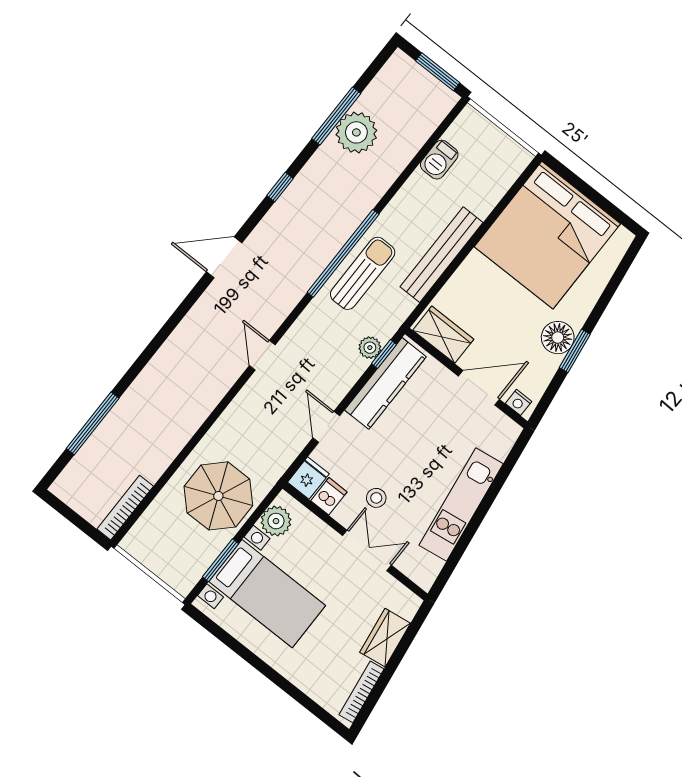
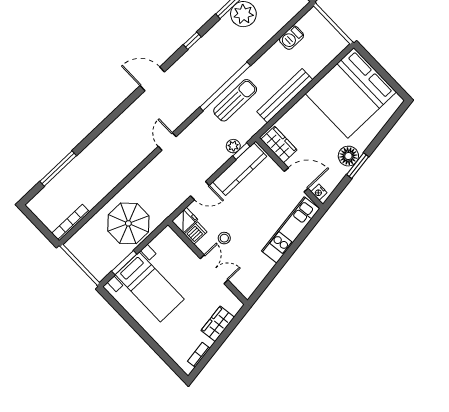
door: (326, 427) -> (200, 191), swing flipped
kitchen unit: (461, 504) -> (291, 230), moved
plant: (276, 521) -> (161, 244), removed
bookcase: (362, 692) -> (199, 355), width x0.64

